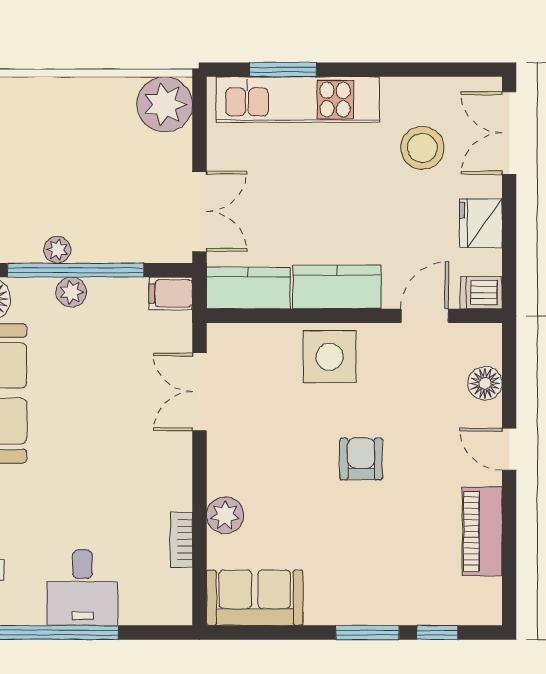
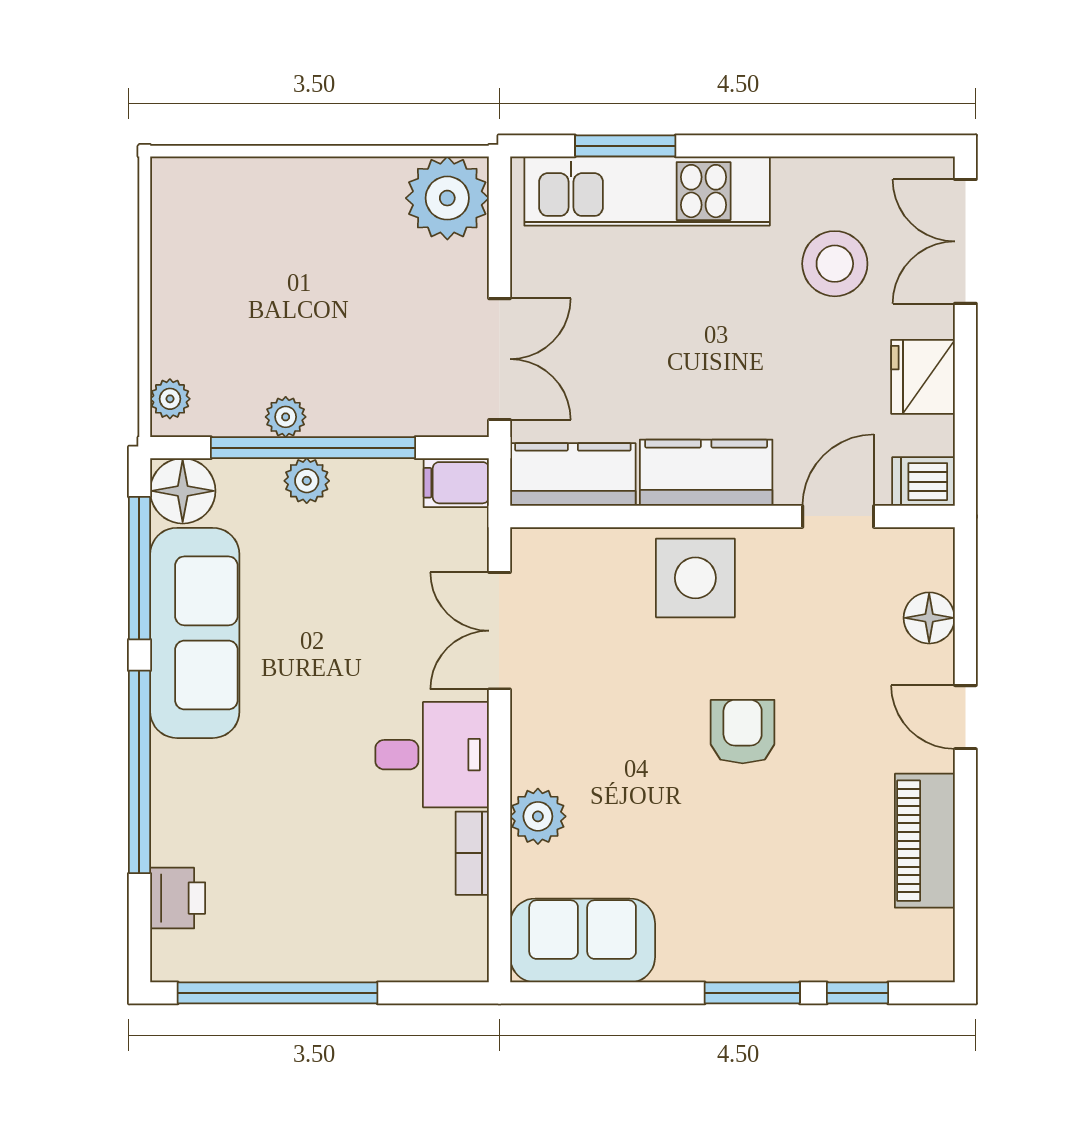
desk: (82, 588) -> (432, 755), moved, turned -90

